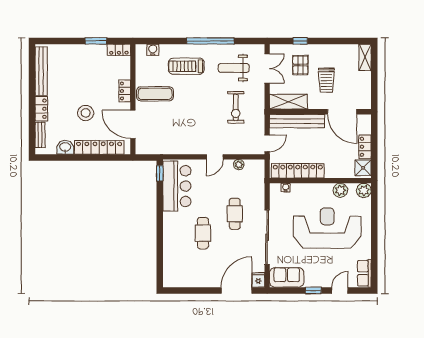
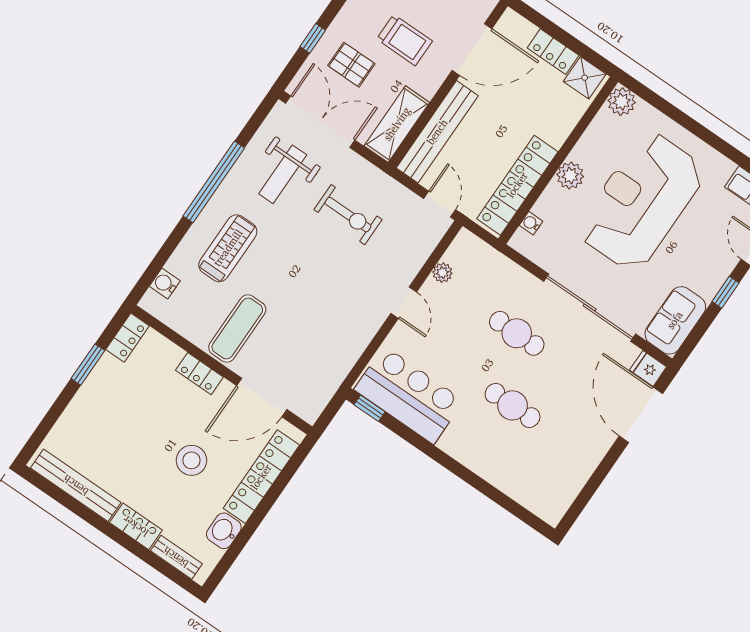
treadmill: (186, 66) -> (228, 248), turned 180
double door: (267, 68) -> (320, 122), width x1.37
plant: (340, 190) -> (570, 175), moved

